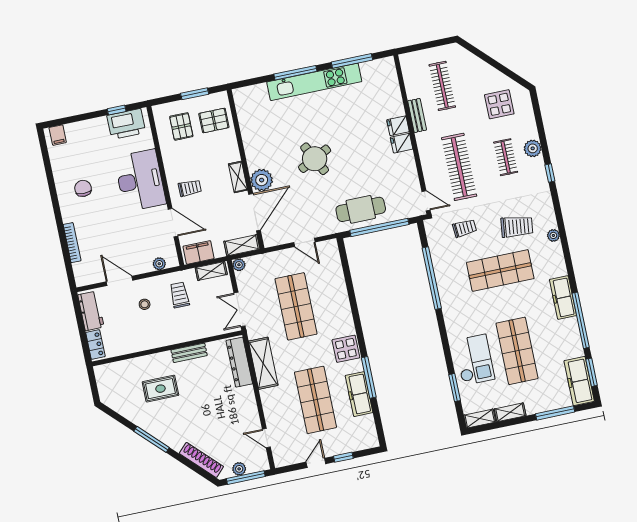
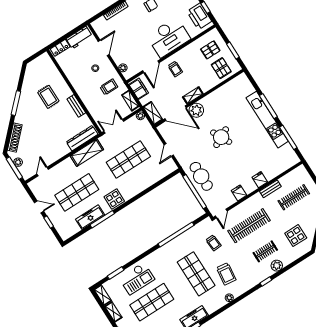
fridge: (402, 143) -> (239, 193), moved

